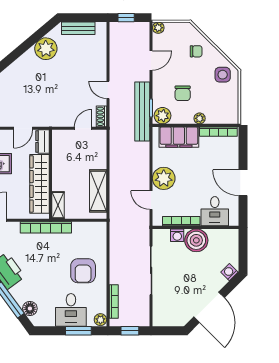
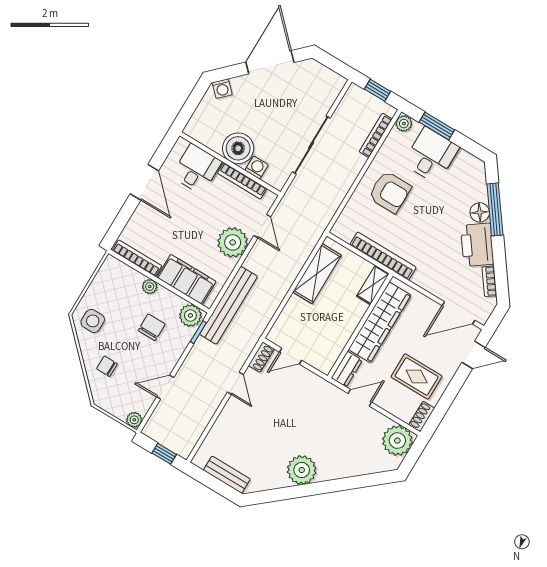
plant: (46, 49) -> (302, 470), moved
bench: (142, 111) -> (228, 305), moved
bookcase: (46, 227) -> (383, 256), moved
armchair: (83, 271) -> (390, 192), turned 90
floor lamp: (30, 308) -> (480, 212), moved

